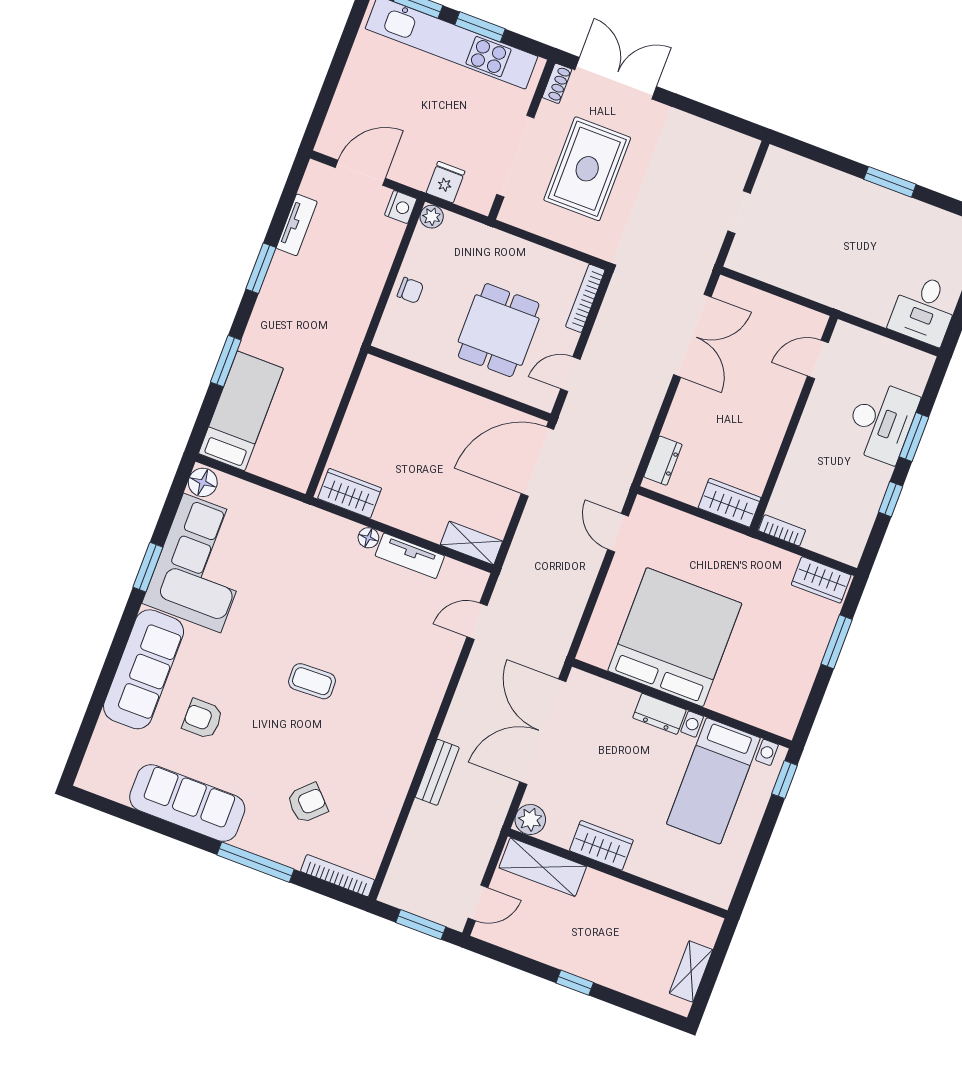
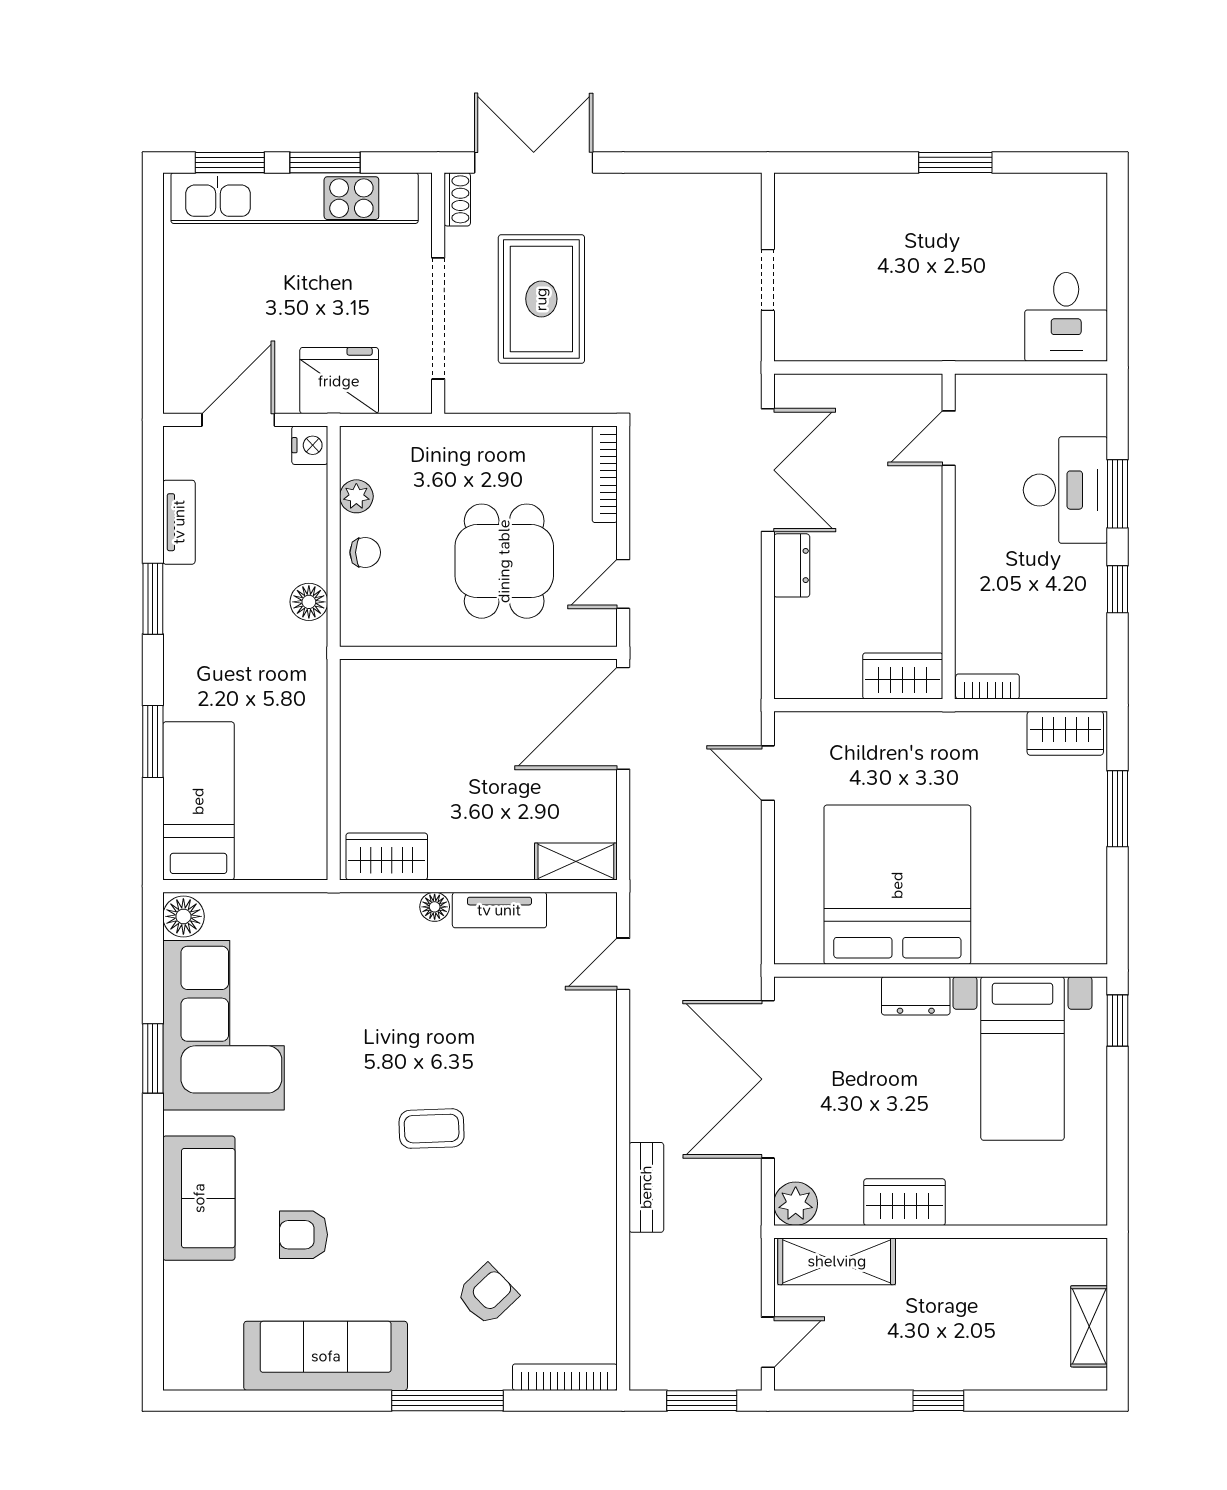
fridge: (446, 182) -> (339, 381), width x1.88, depth x1.34
plant: (432, 217) -> (356, 496), moved
floor lamp: (362, 309) -> (309, 602), added
dresser: (663, 461) -> (792, 565), moved
sofa: (144, 669) -> (199, 1198), width x0.73

